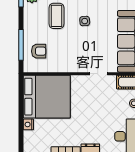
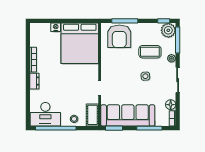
armchair: (39, 51) -> (119, 36), width x1.88, depth x1.88

